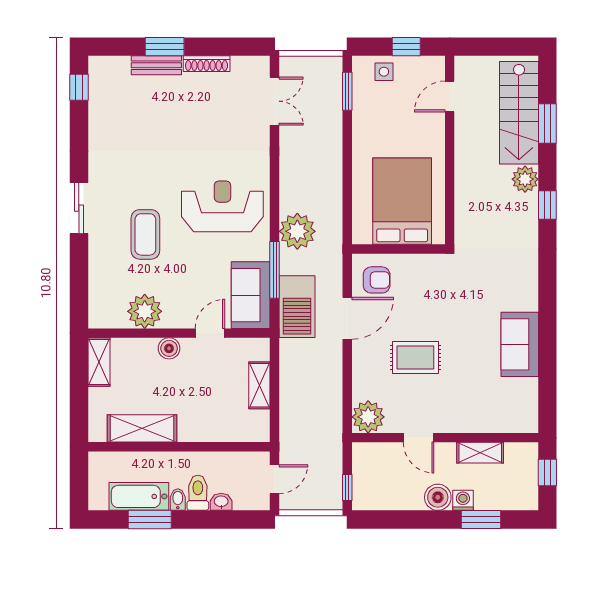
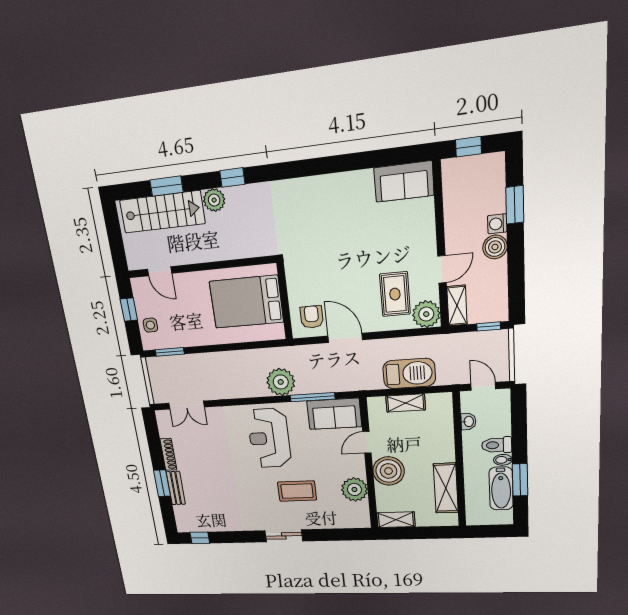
double door: (275, 101) -> (186, 405), swing flipped
barbecue: (297, 307) -> (409, 373), moved
door: (210, 333) -> (367, 442), hinge flipped
sofa: (520, 344) -> (404, 182), moved
boiler: (169, 348) -> (389, 471), width x1.86, depth x1.86
rug: (415, 358) -> (395, 294), moved
shelving: (480, 453) -> (457, 306), moved
washbasin: (221, 502) -> (468, 421), moved, turned 180

